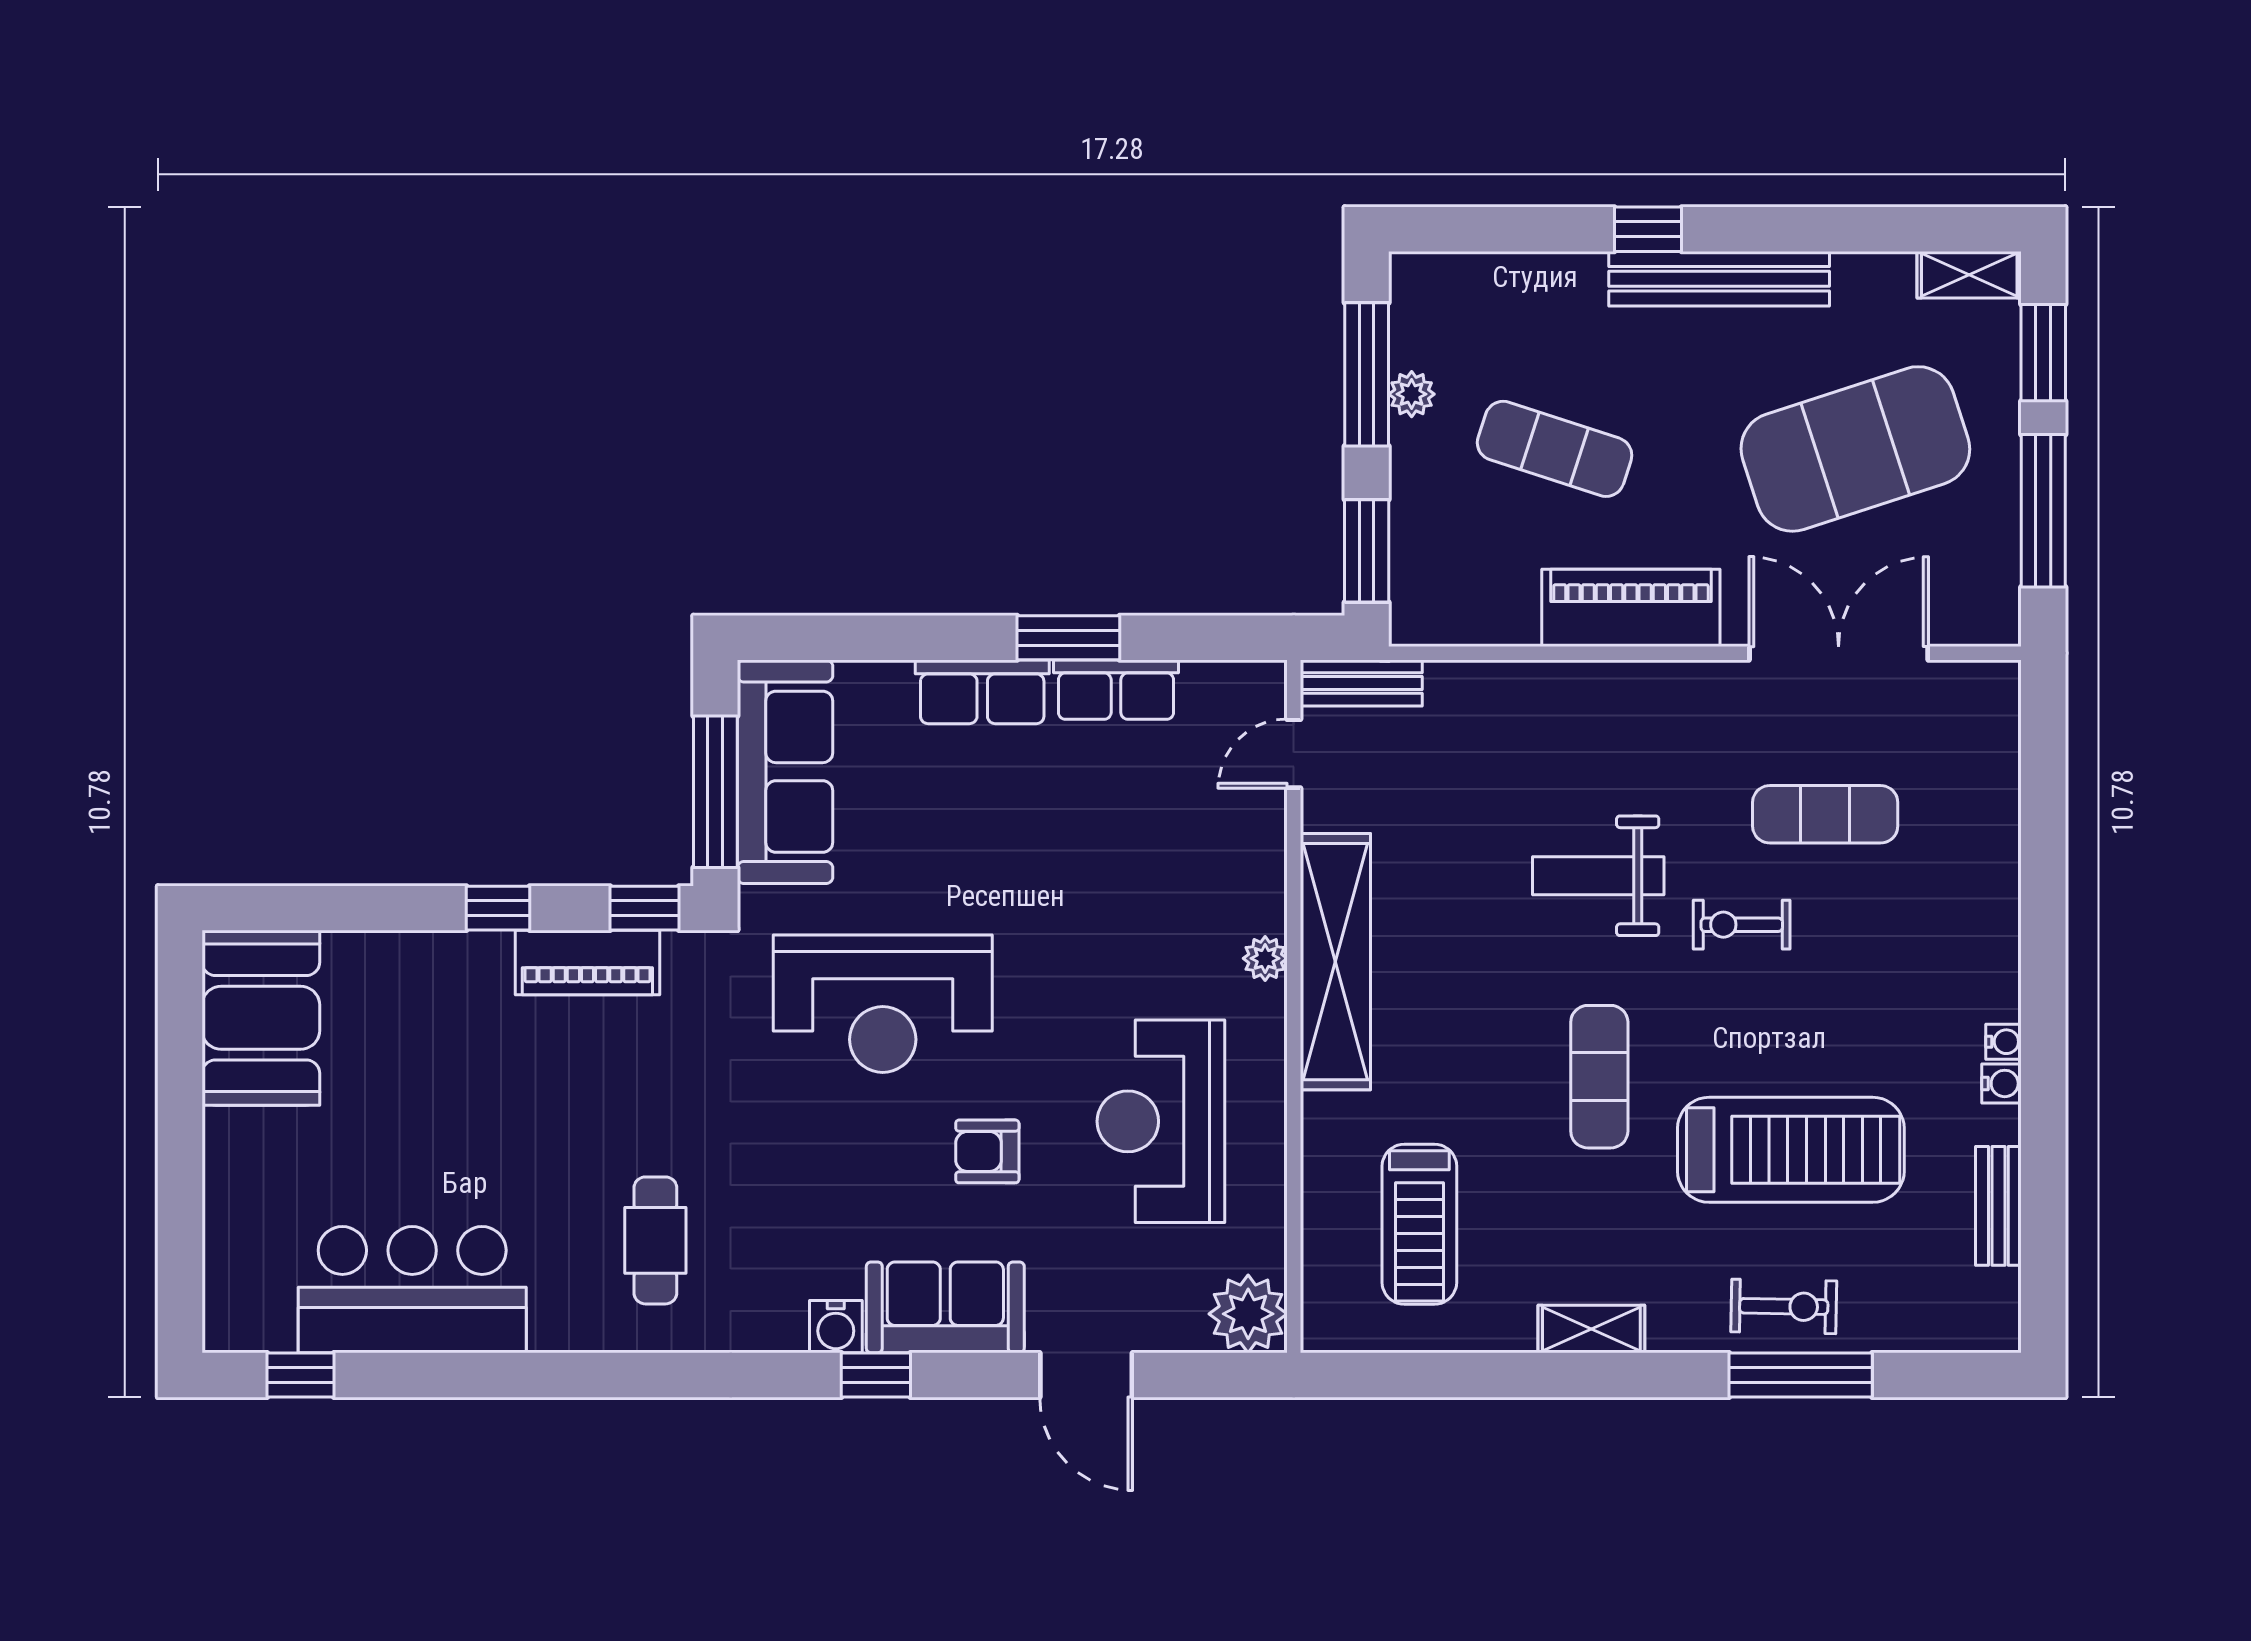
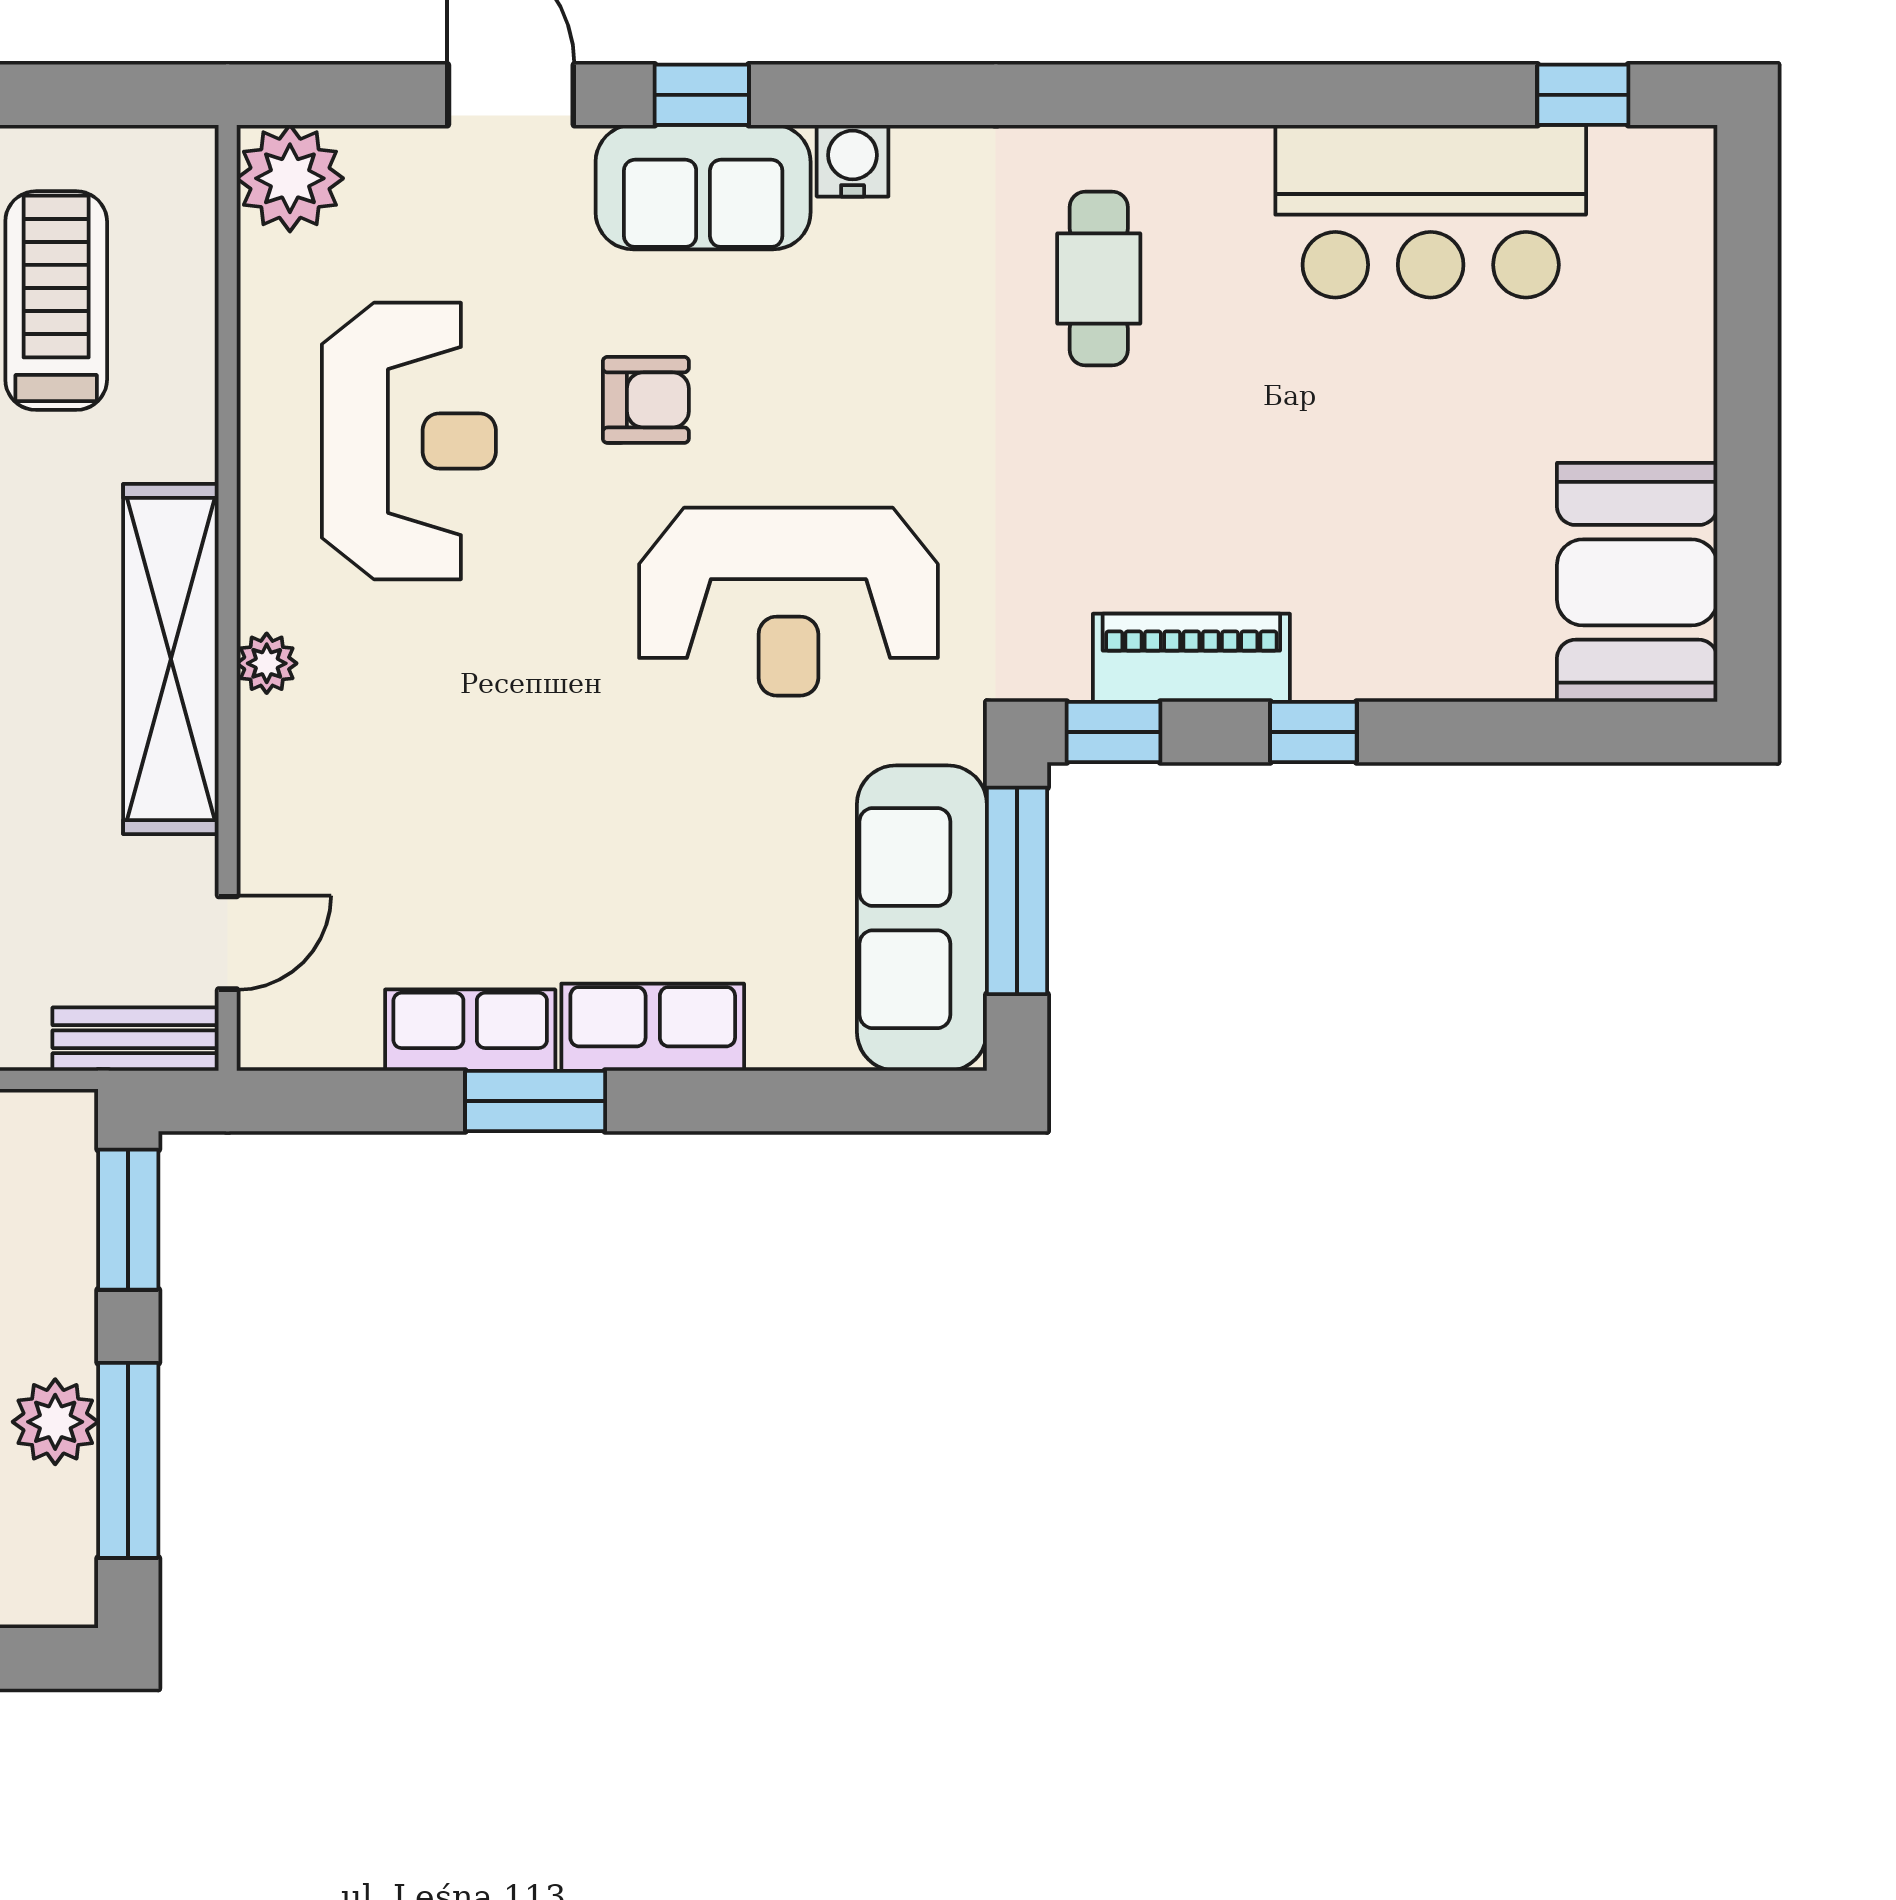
plant: (1412, 394) -> (55, 1422), width x1.38, depth x1.38
reception desk: (883, 1004) -> (788, 602), turned 180
window: (876, 1375) -> (702, 95), moved

